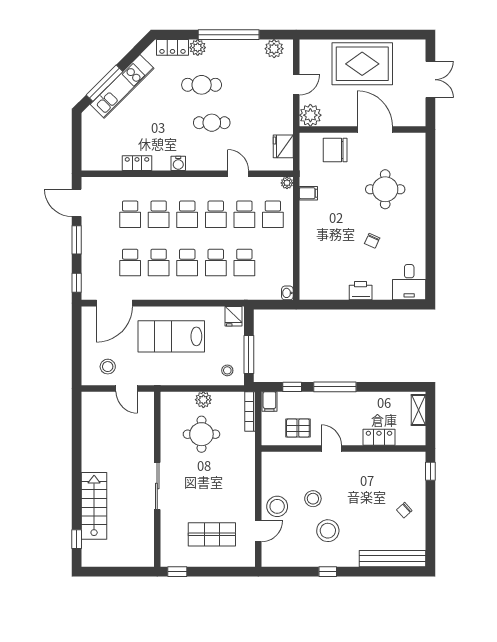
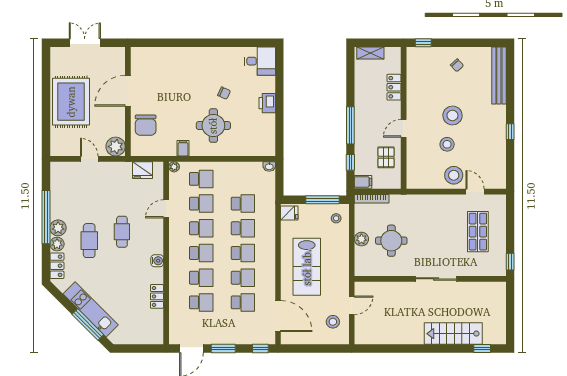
plant: (274, 49) -> (58, 228), moved
round table: (385, 189) -> (213, 126), moved
stool: (328, 531) -> (452, 115), moved

